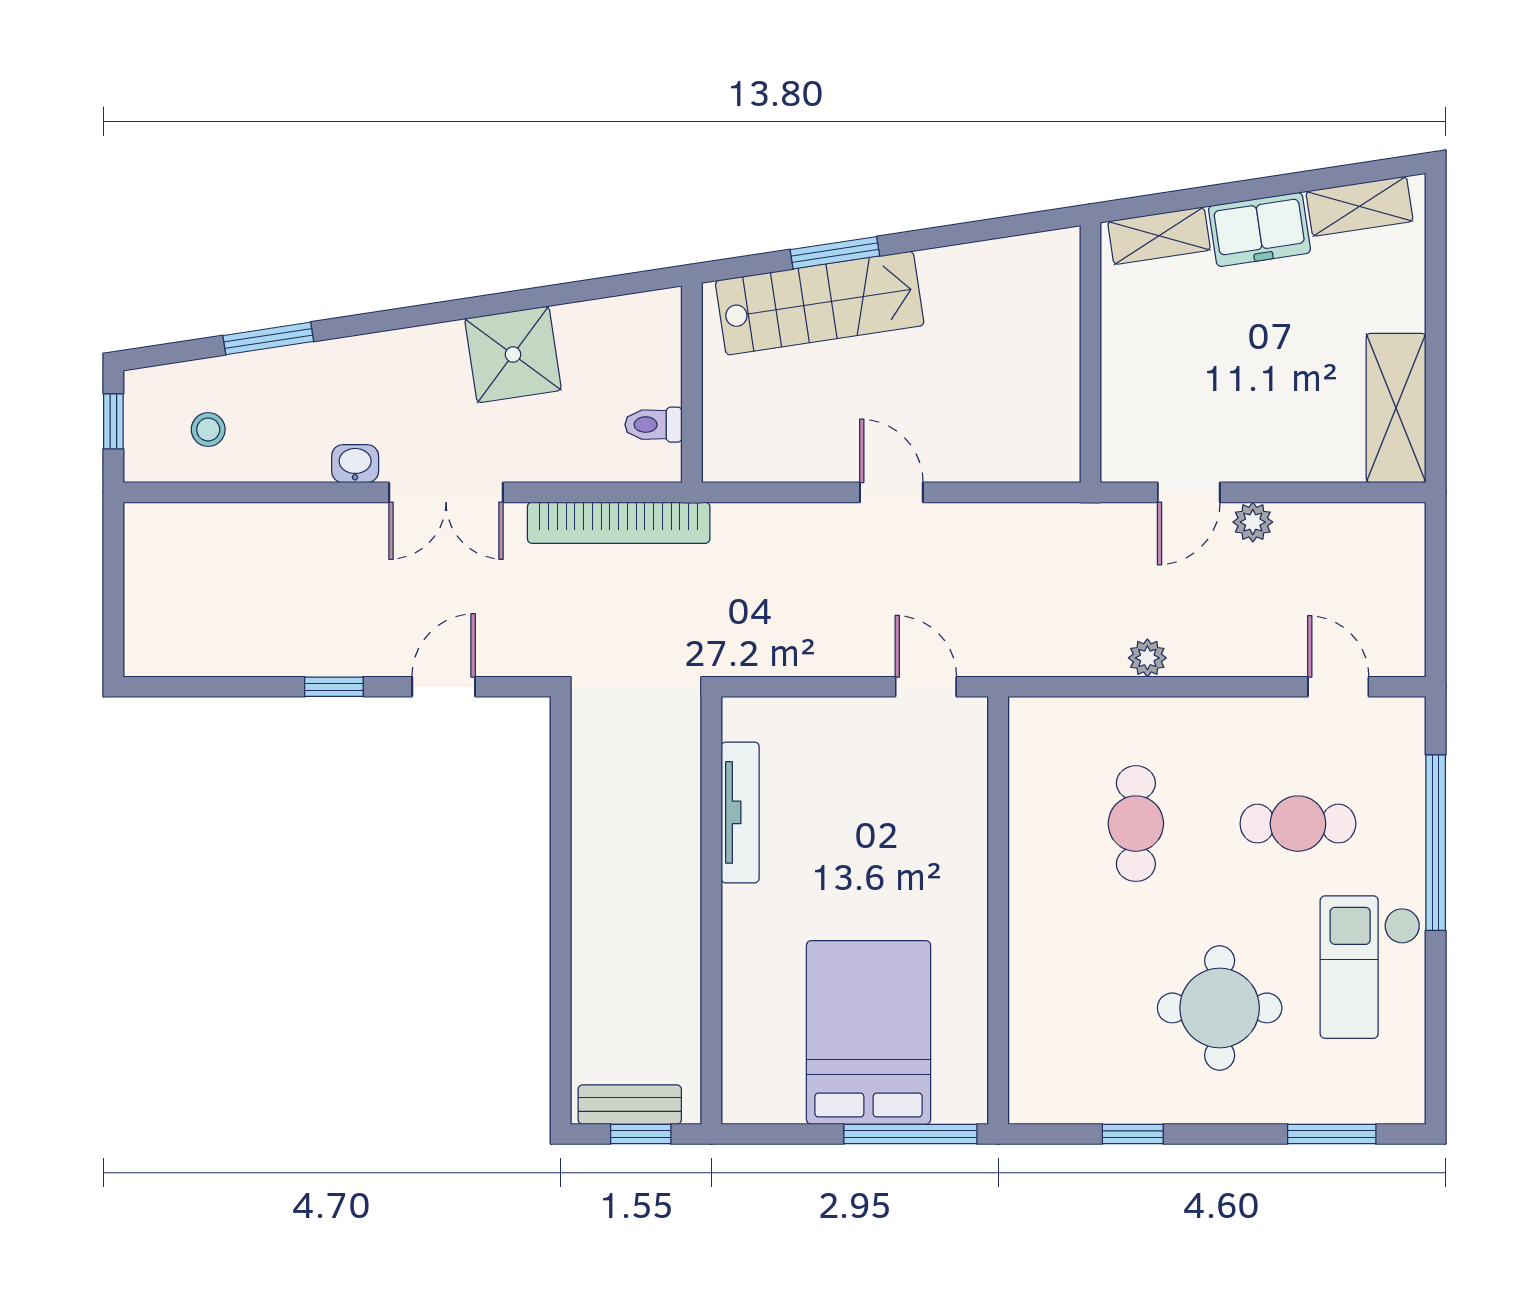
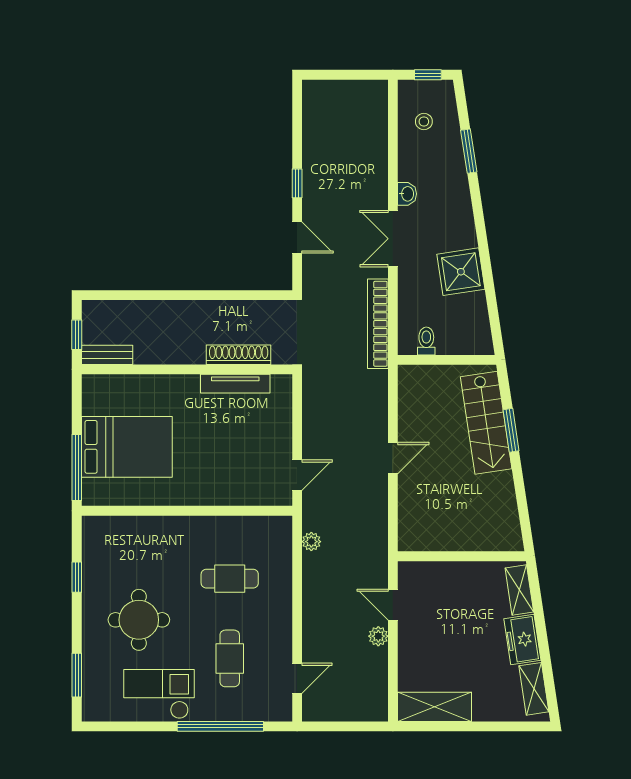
plant: (1147, 658) -> (311, 542), moved
shoe rack: (681, 806) -> (239, 355), added
bench: (630, 1105) -> (107, 355), moved, turned 90

